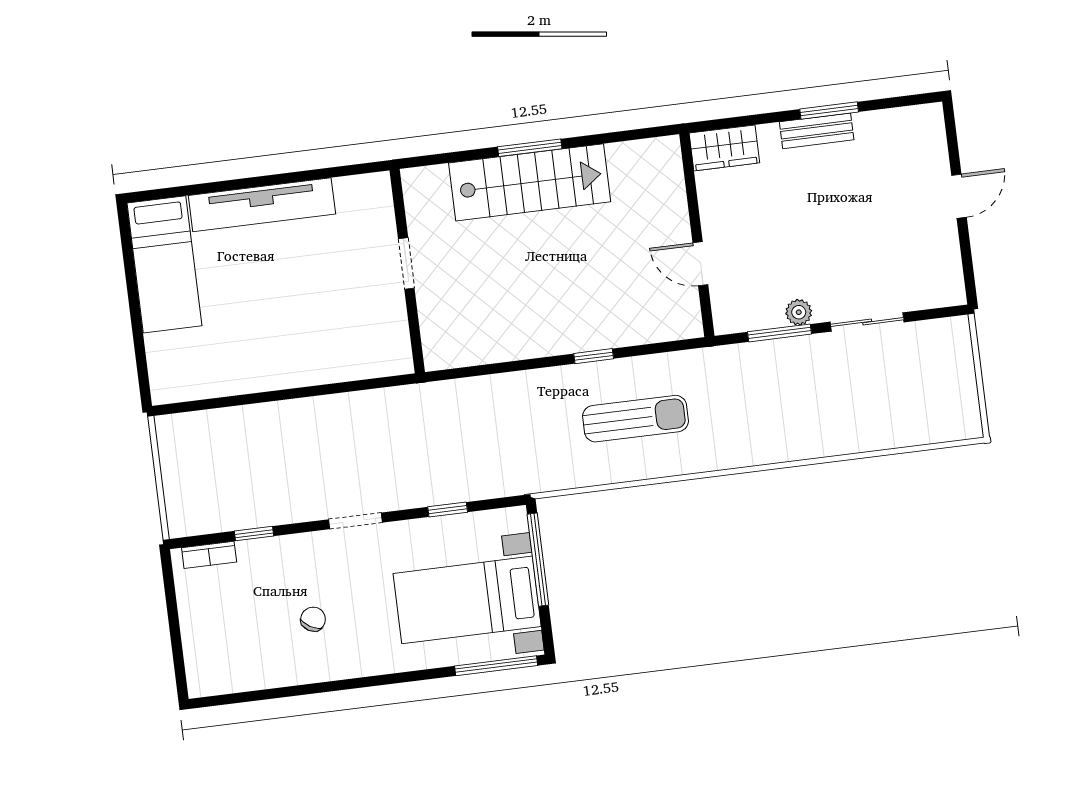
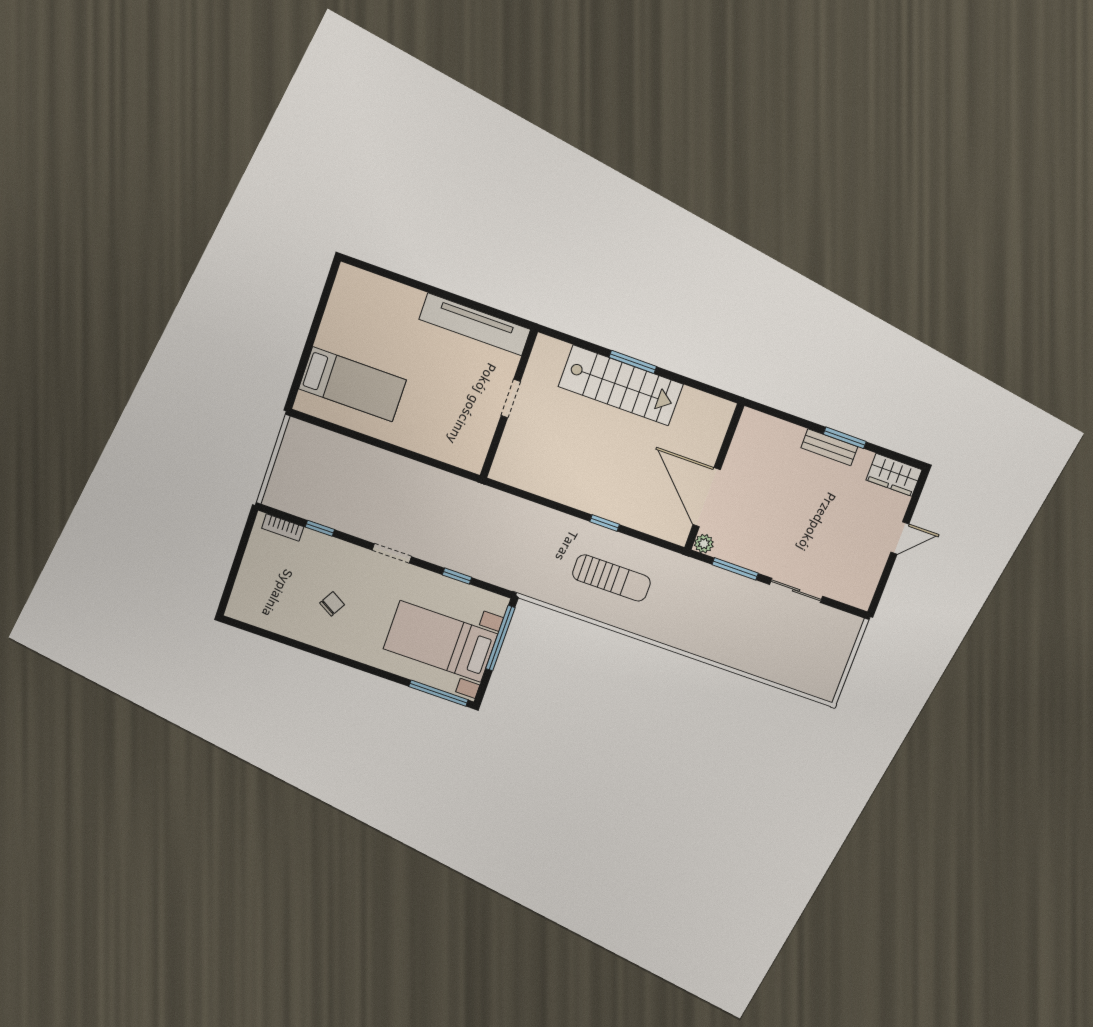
wardrobe: (724, 148) -> (894, 475), moved
tv unit: (262, 205) -> (475, 324), moved
bed: (164, 264) -> (352, 384), moved, turned -90
door: (700, 264) -> (707, 497), width x1.88
plant: (799, 312) -> (704, 544), moved

